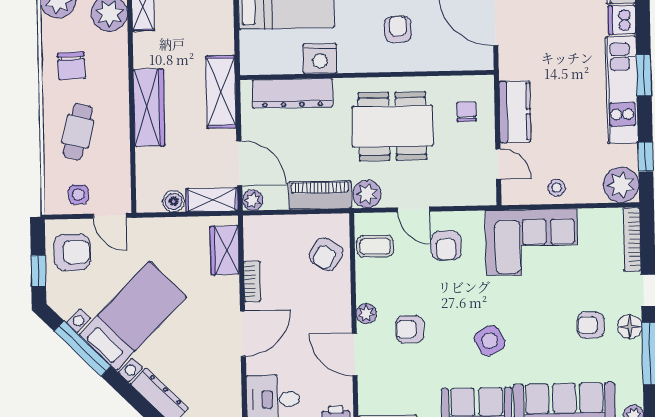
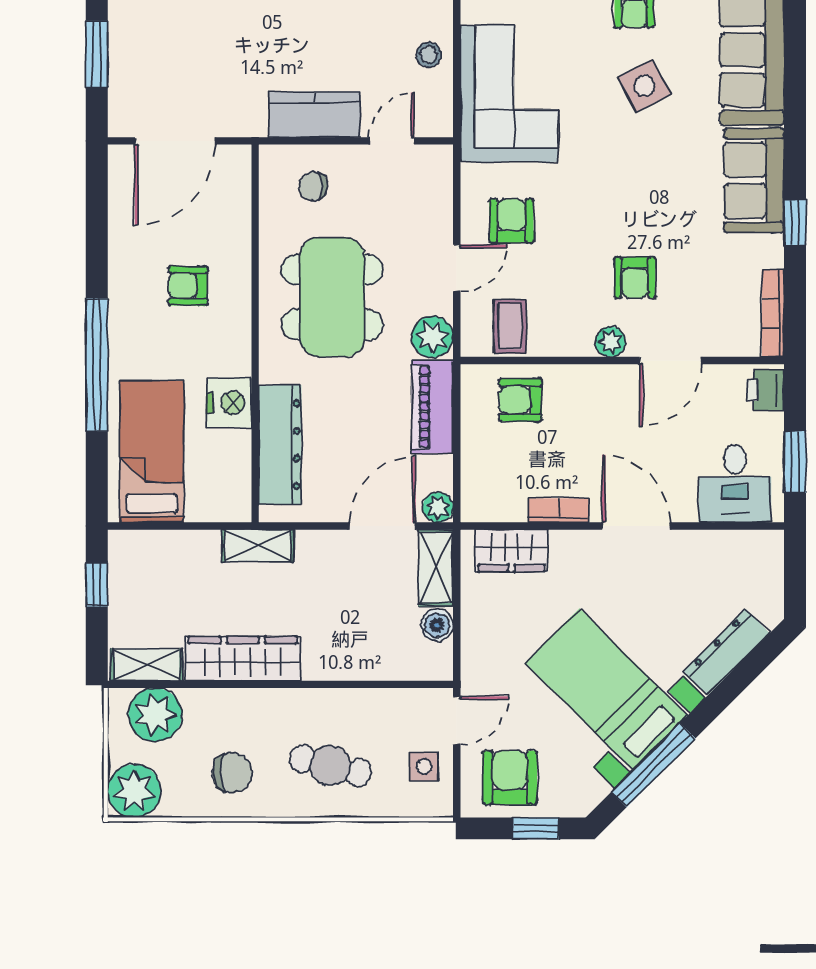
shelving: (221, 92) -> (258, 546), width x0.67, depth x0.75
wardrobe: (149, 108) -> (243, 659), moved
armchair: (446, 246) -> (511, 221), turned -90
armchair: (326, 254) -> (520, 400), turned 149
side table: (490, 341) -> (644, 86), moved

